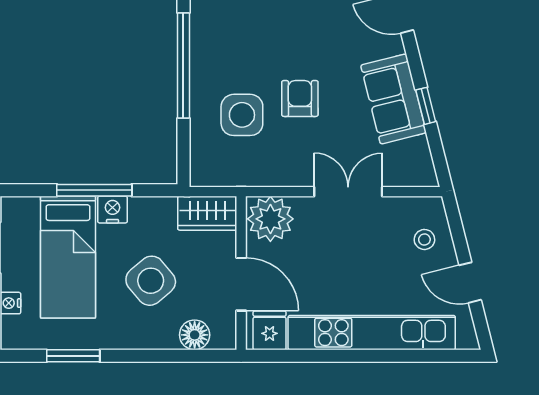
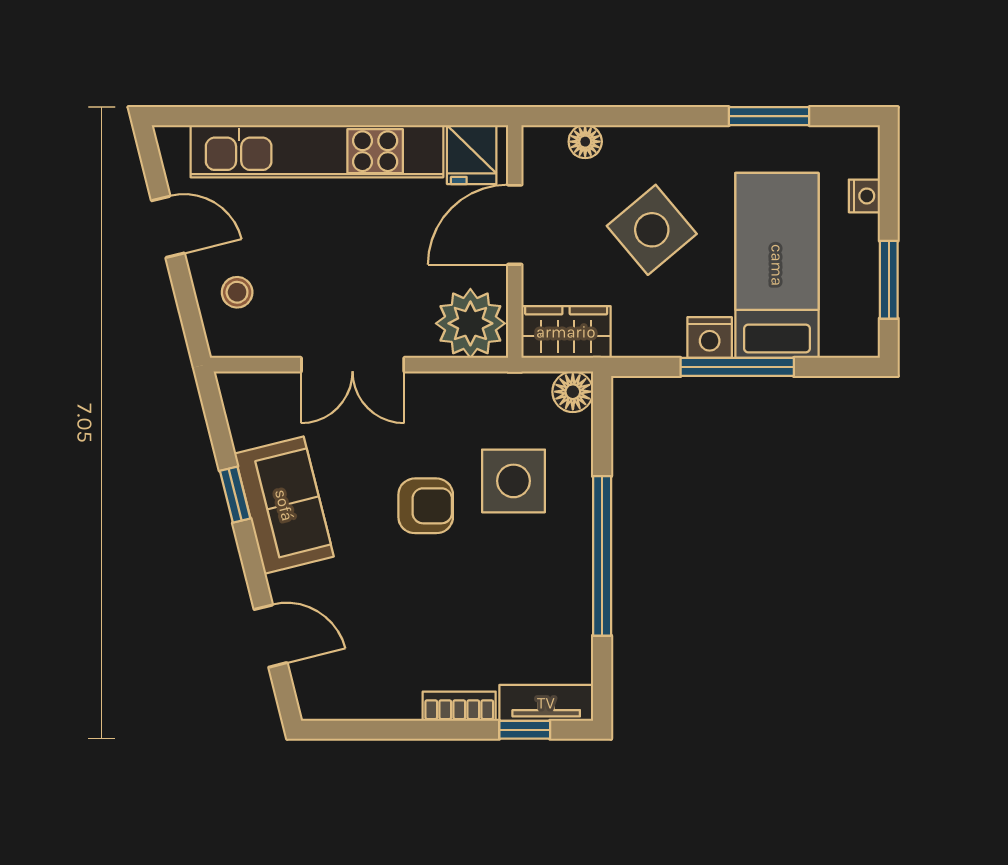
armchair: (300, 98) -> (426, 506), turned -90
floor lamp: (203, 174) -> (573, 392), added
door: (241, 284) -> (515, 225), hinge flipped
floor lamp: (195, 335) -> (585, 142), width x0.73, depth x0.73

